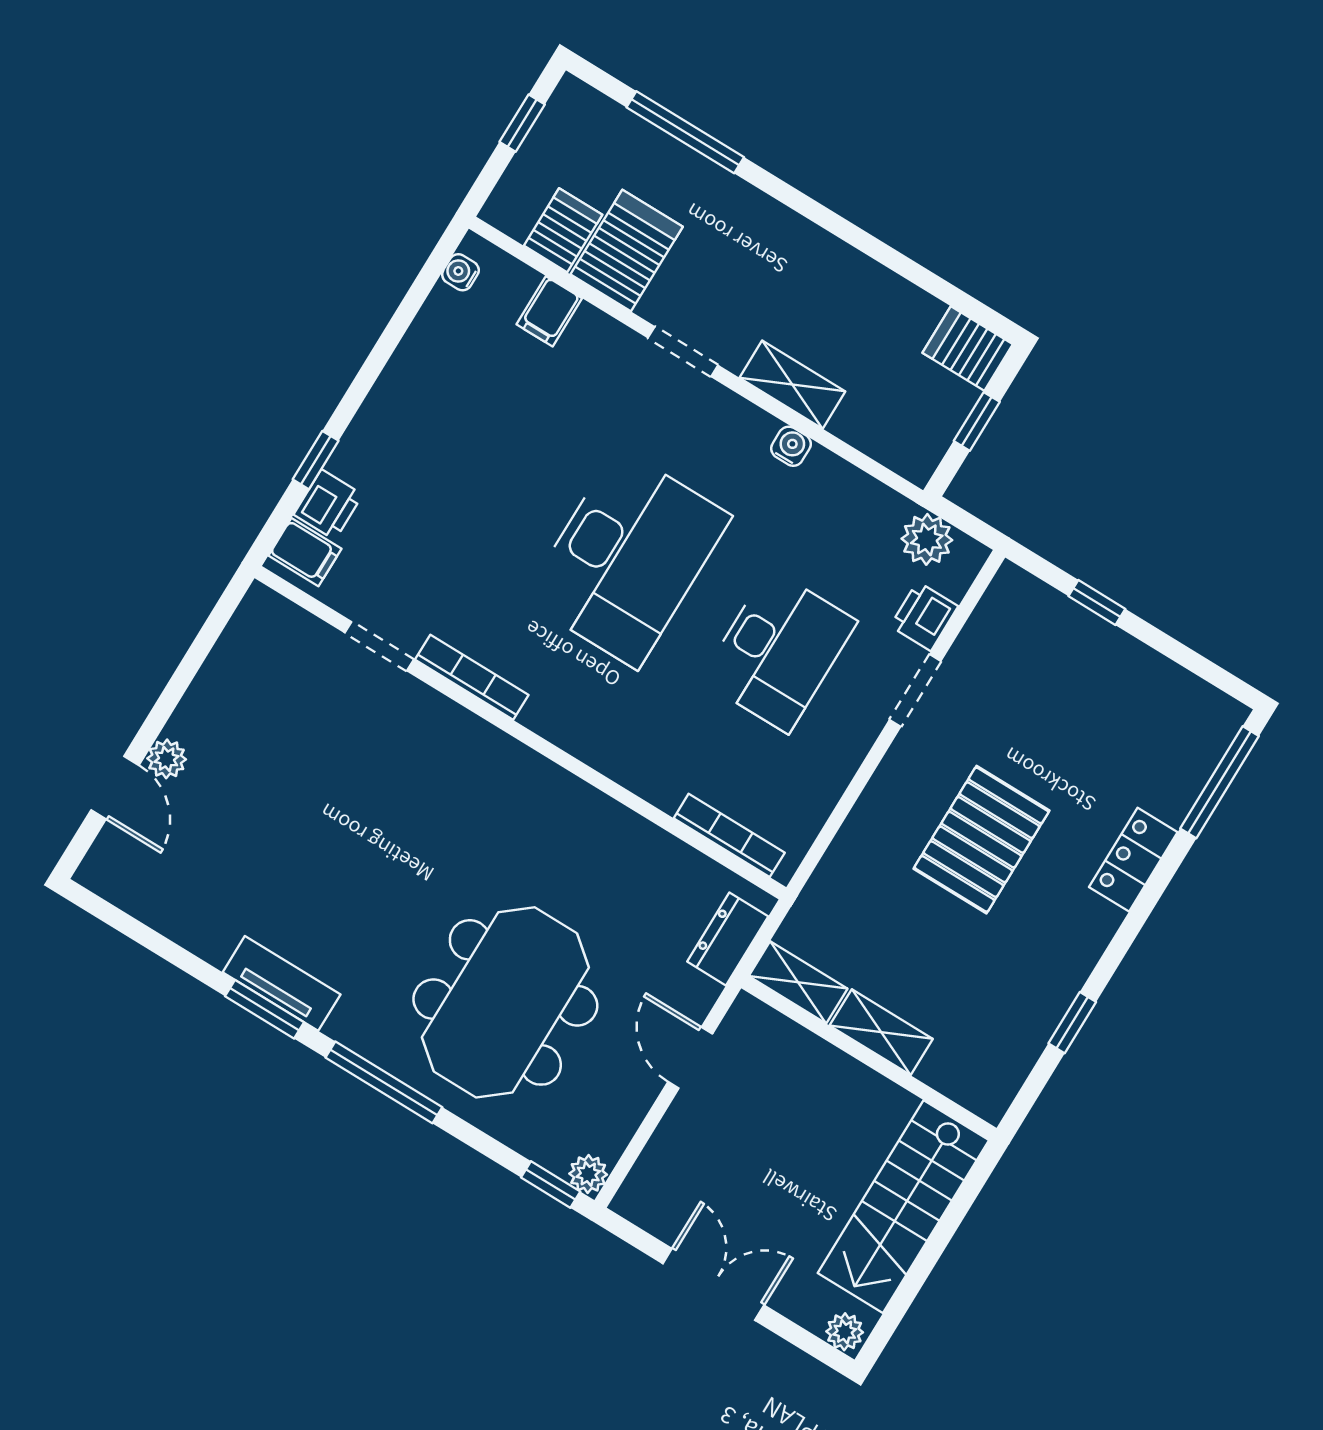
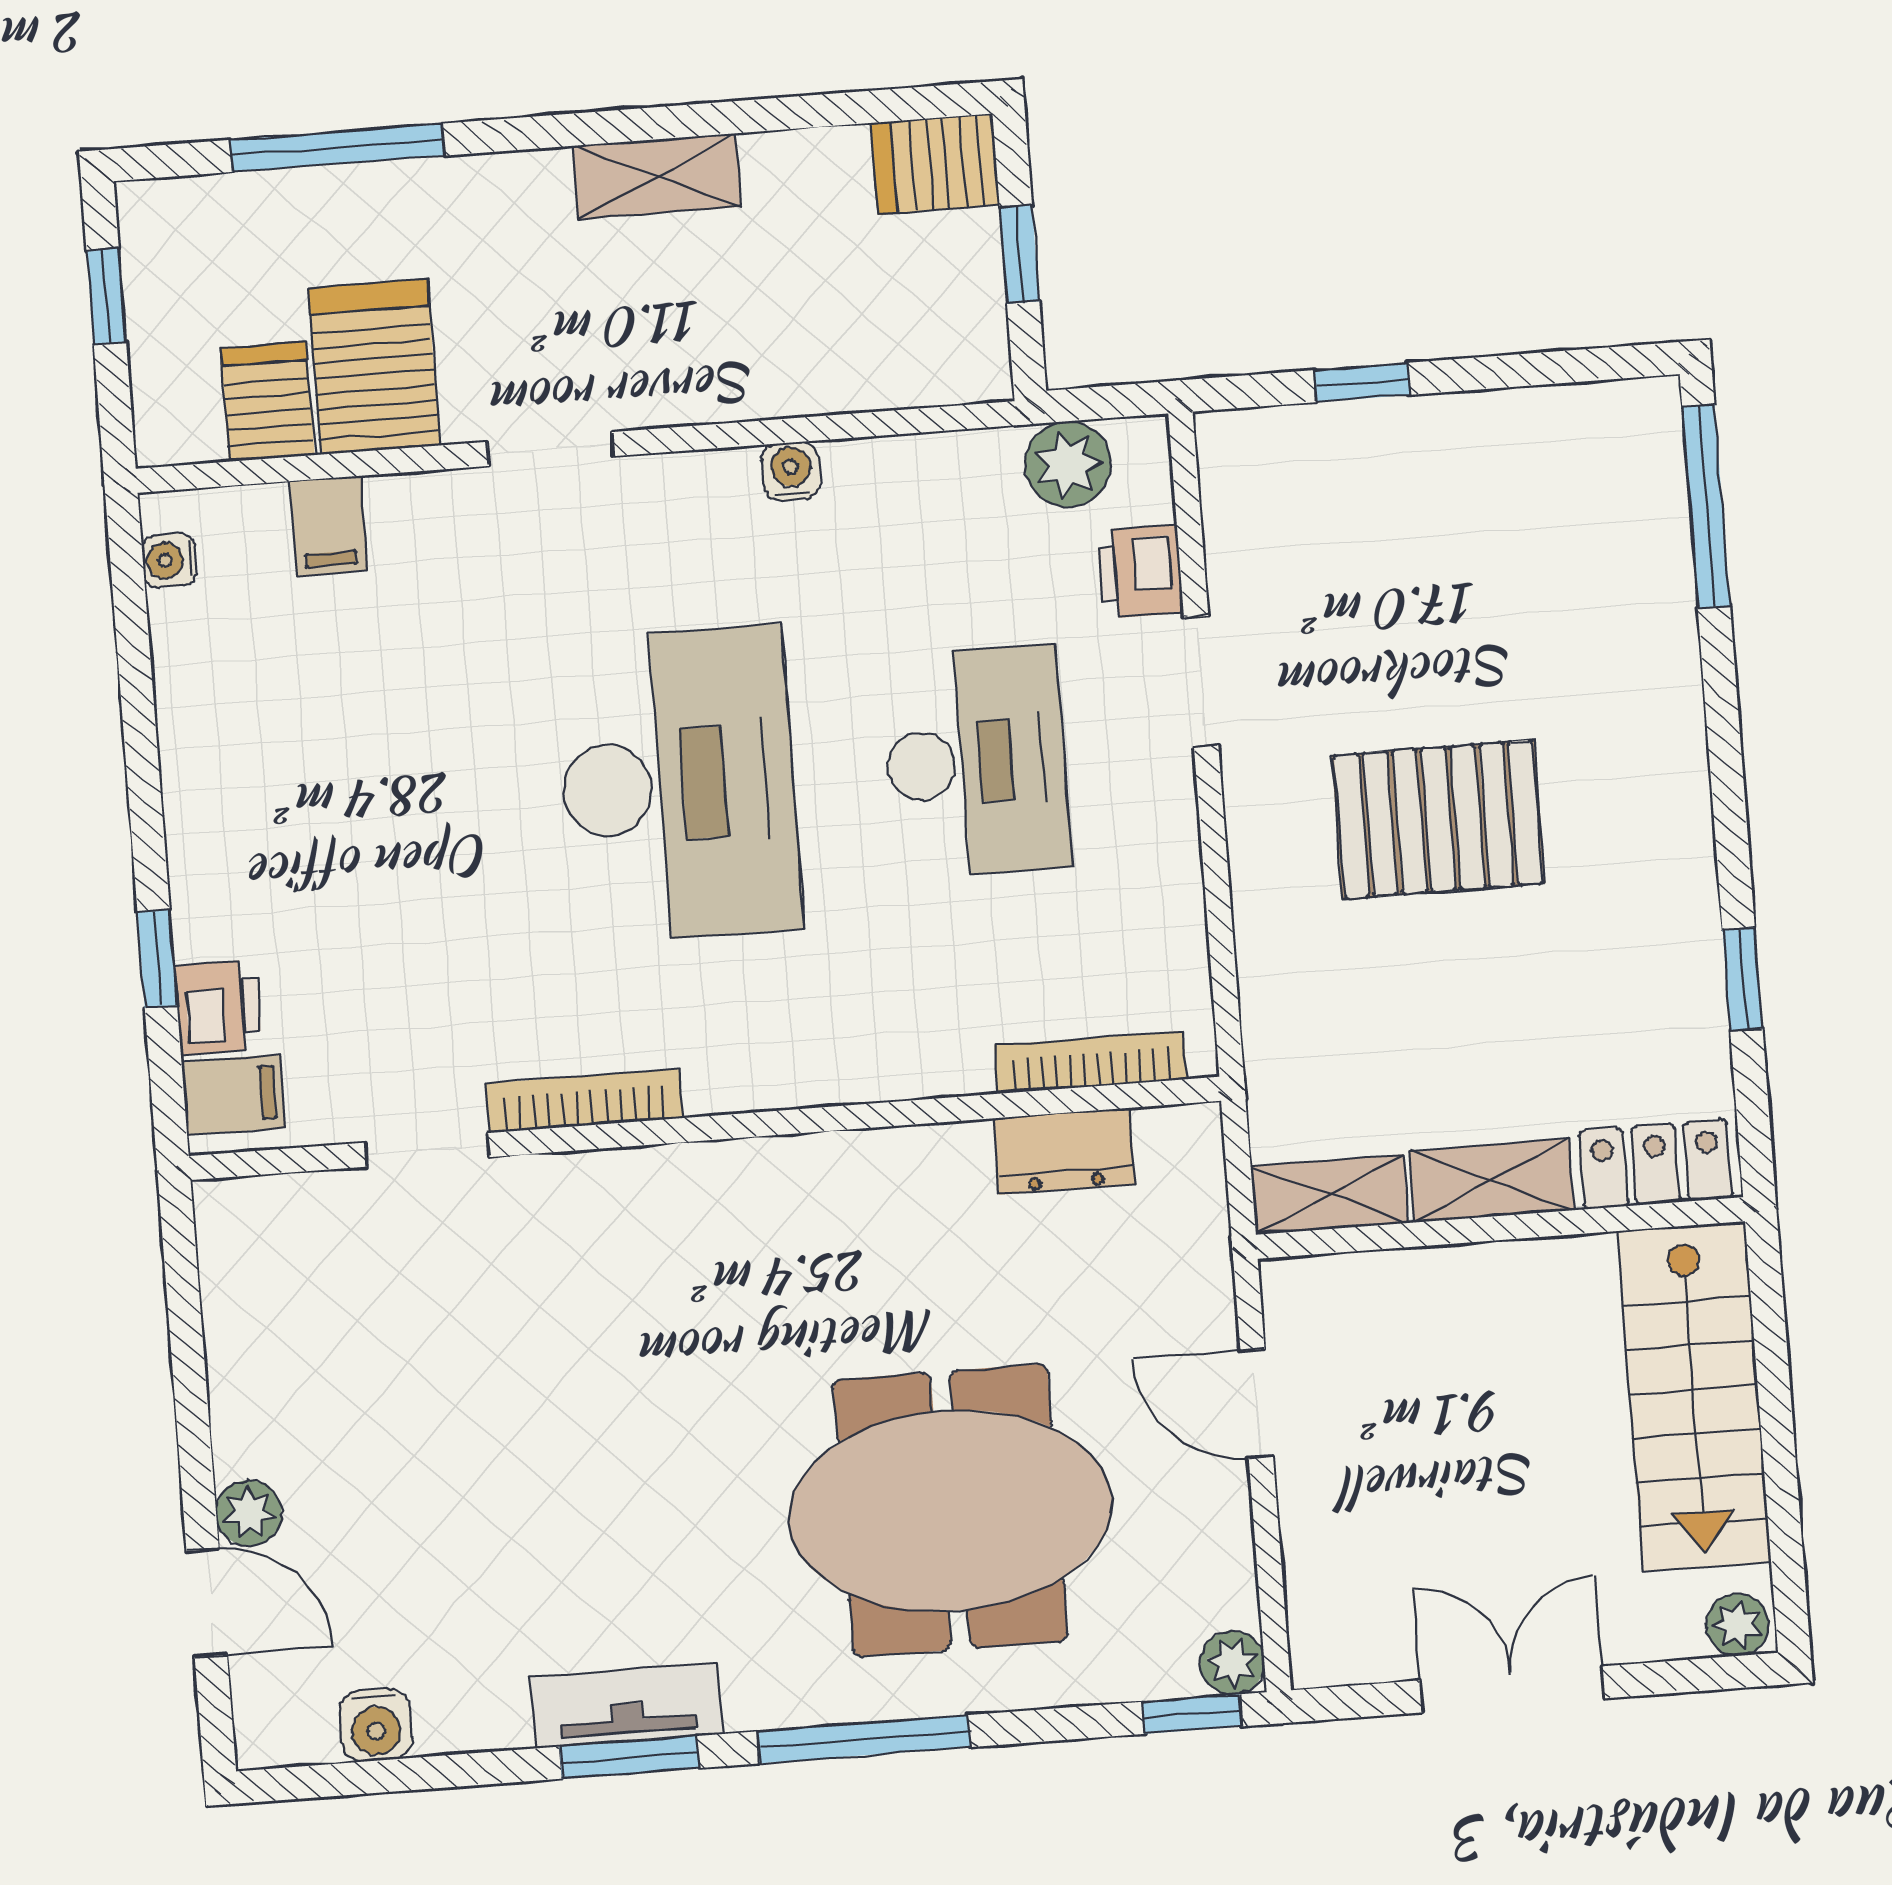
shelving: (792, 385) -> (657, 176), moved
pallet: (981, 840) -> (1438, 819), turned 90
locker: (1133, 860) -> (1656, 1164), moved, turned 90
water cooler: (154, 906) -> (376, 1725), added
dresser: (728, 939) -> (1064, 1151), moved, turned -90
meeting table: (505, 1002) -> (950, 1511), turned 90

